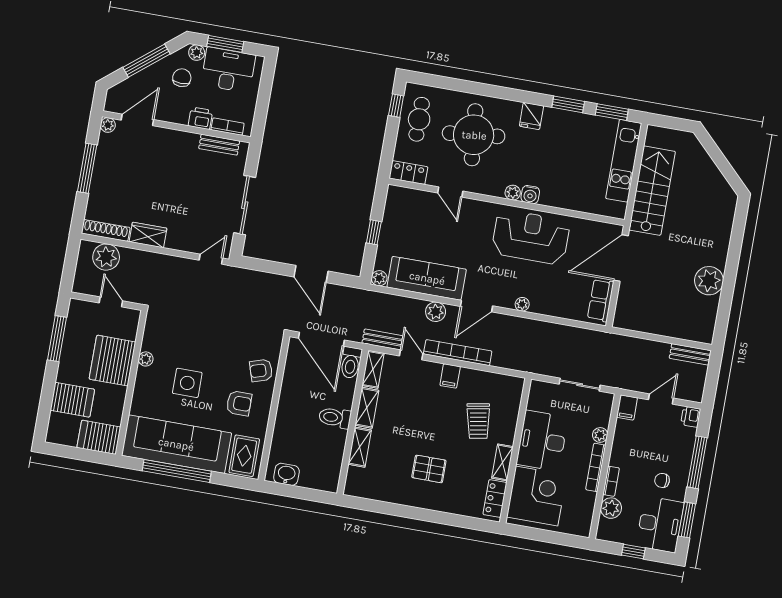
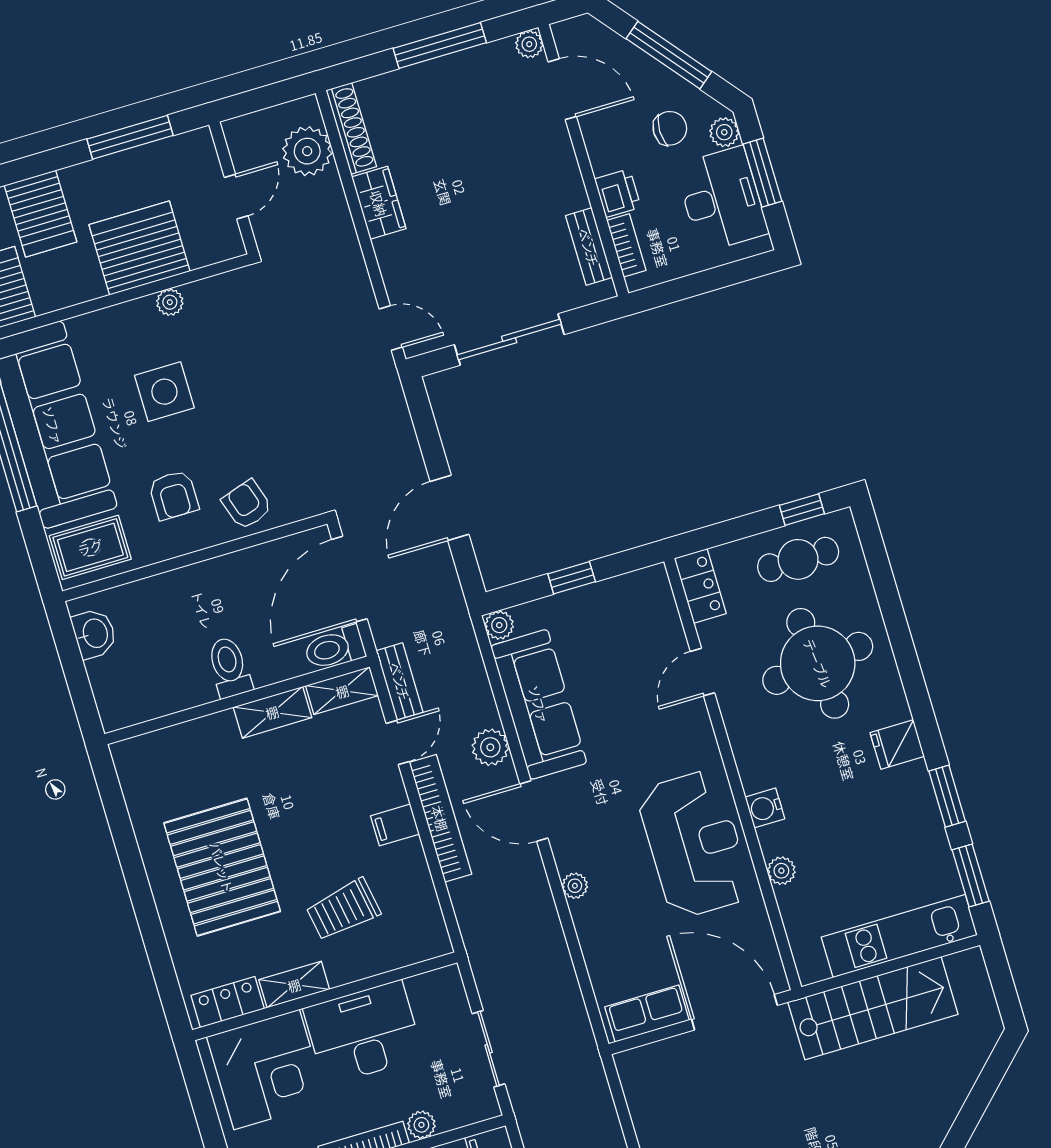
plant: (513, 193) -> (781, 871), moved
shelving: (360, 447) -> (201, 733), removed
pallet: (429, 469) -> (222, 867), width x2.05, depth x2.00

